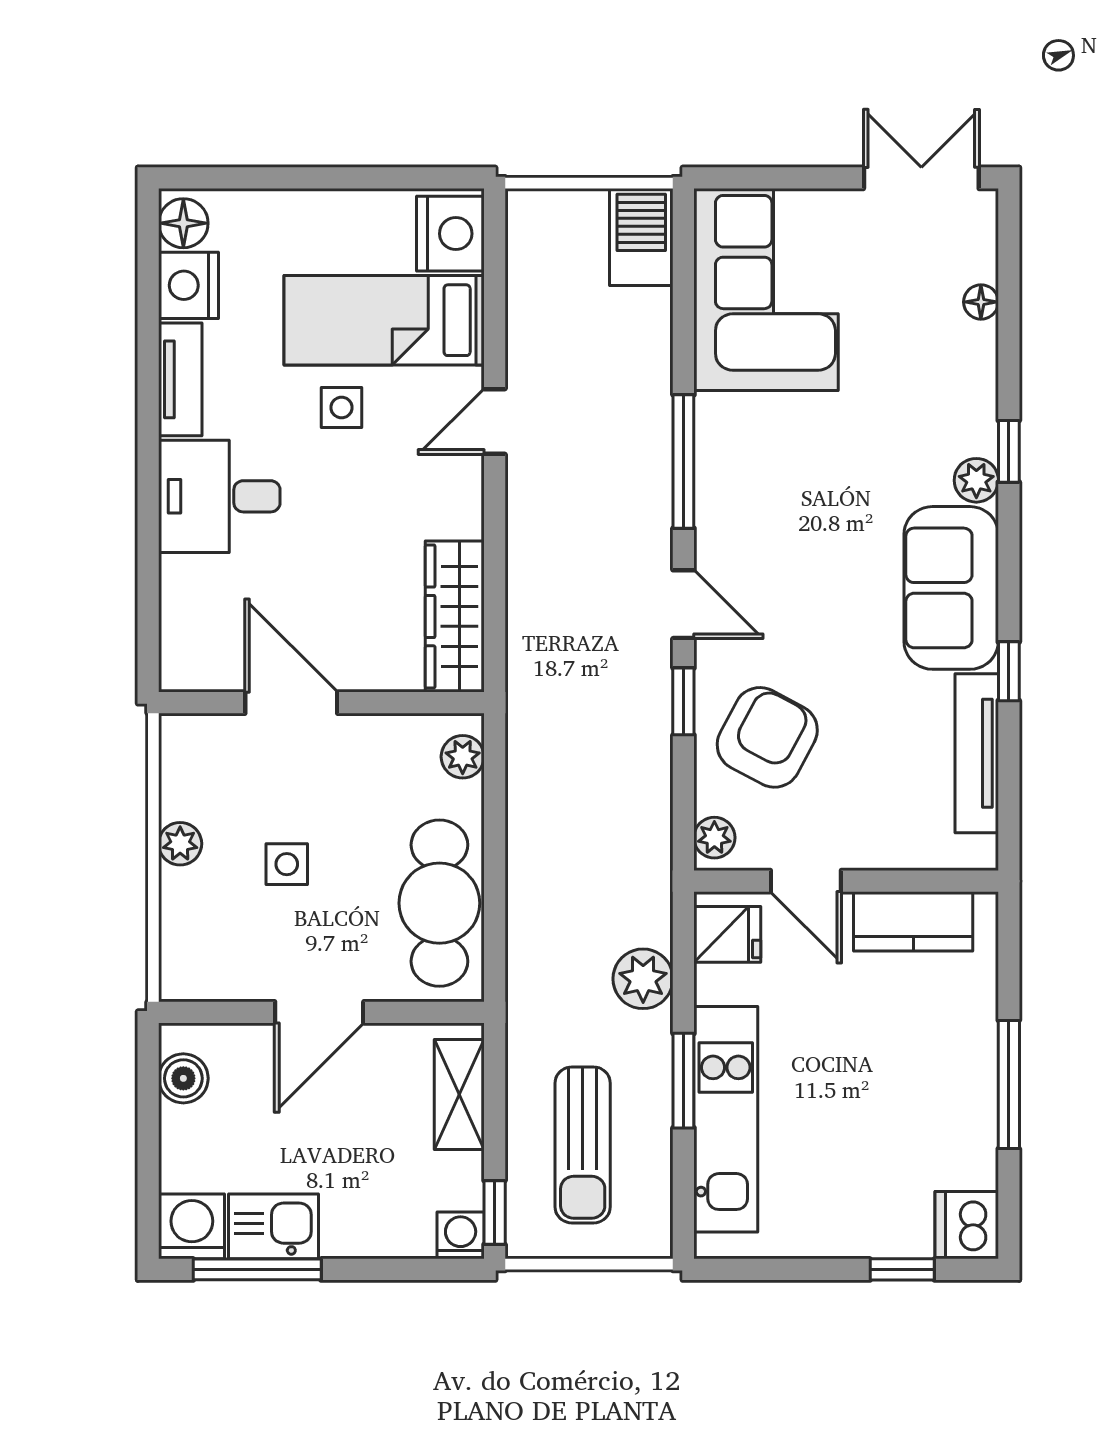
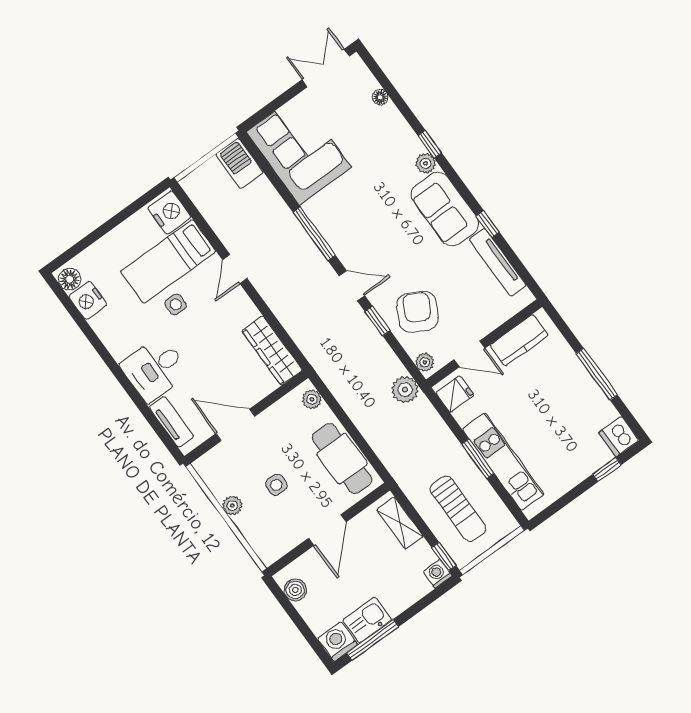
tv unit: (180, 379) -> (171, 422), moved
plant: (643, 979) -> (405, 390), moved

